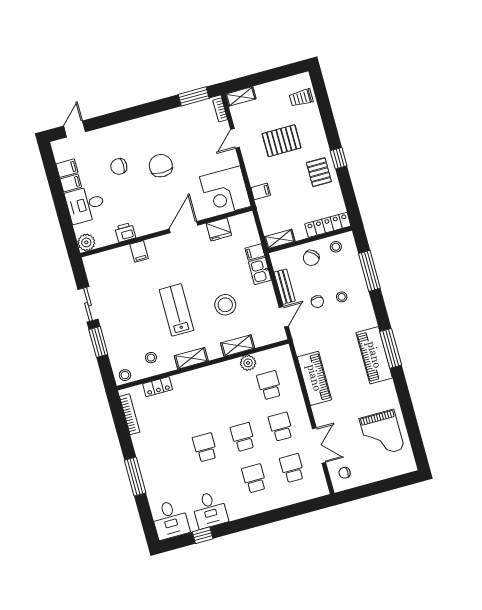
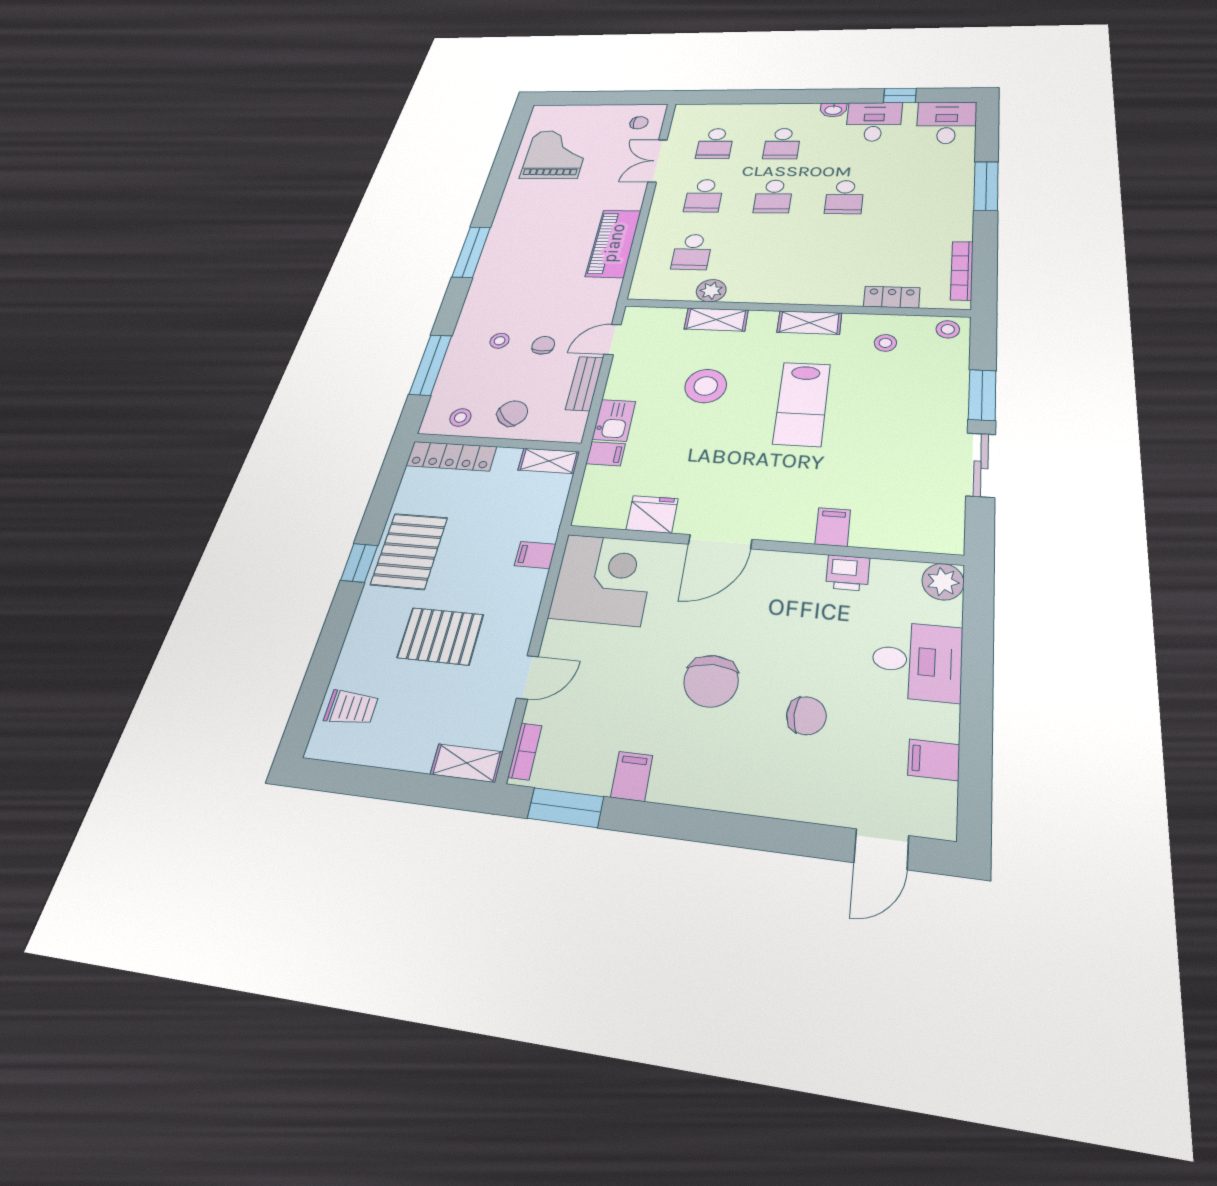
pallet: (319, 172) -> (409, 551), width x1.50, depth x1.42
filing cabinet: (71, 183) -> (632, 776), moved, turned 90
piano: (374, 355) -> (502, 250), removed
washbasin: (236, 514) -> (833, 110), added

